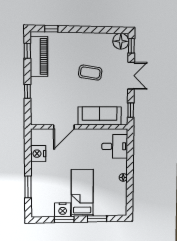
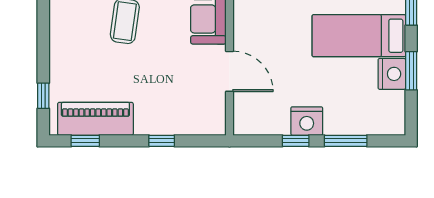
nightstand: (38, 154) -> (307, 121), moved
window: (28, 161) -> (296, 141), added

